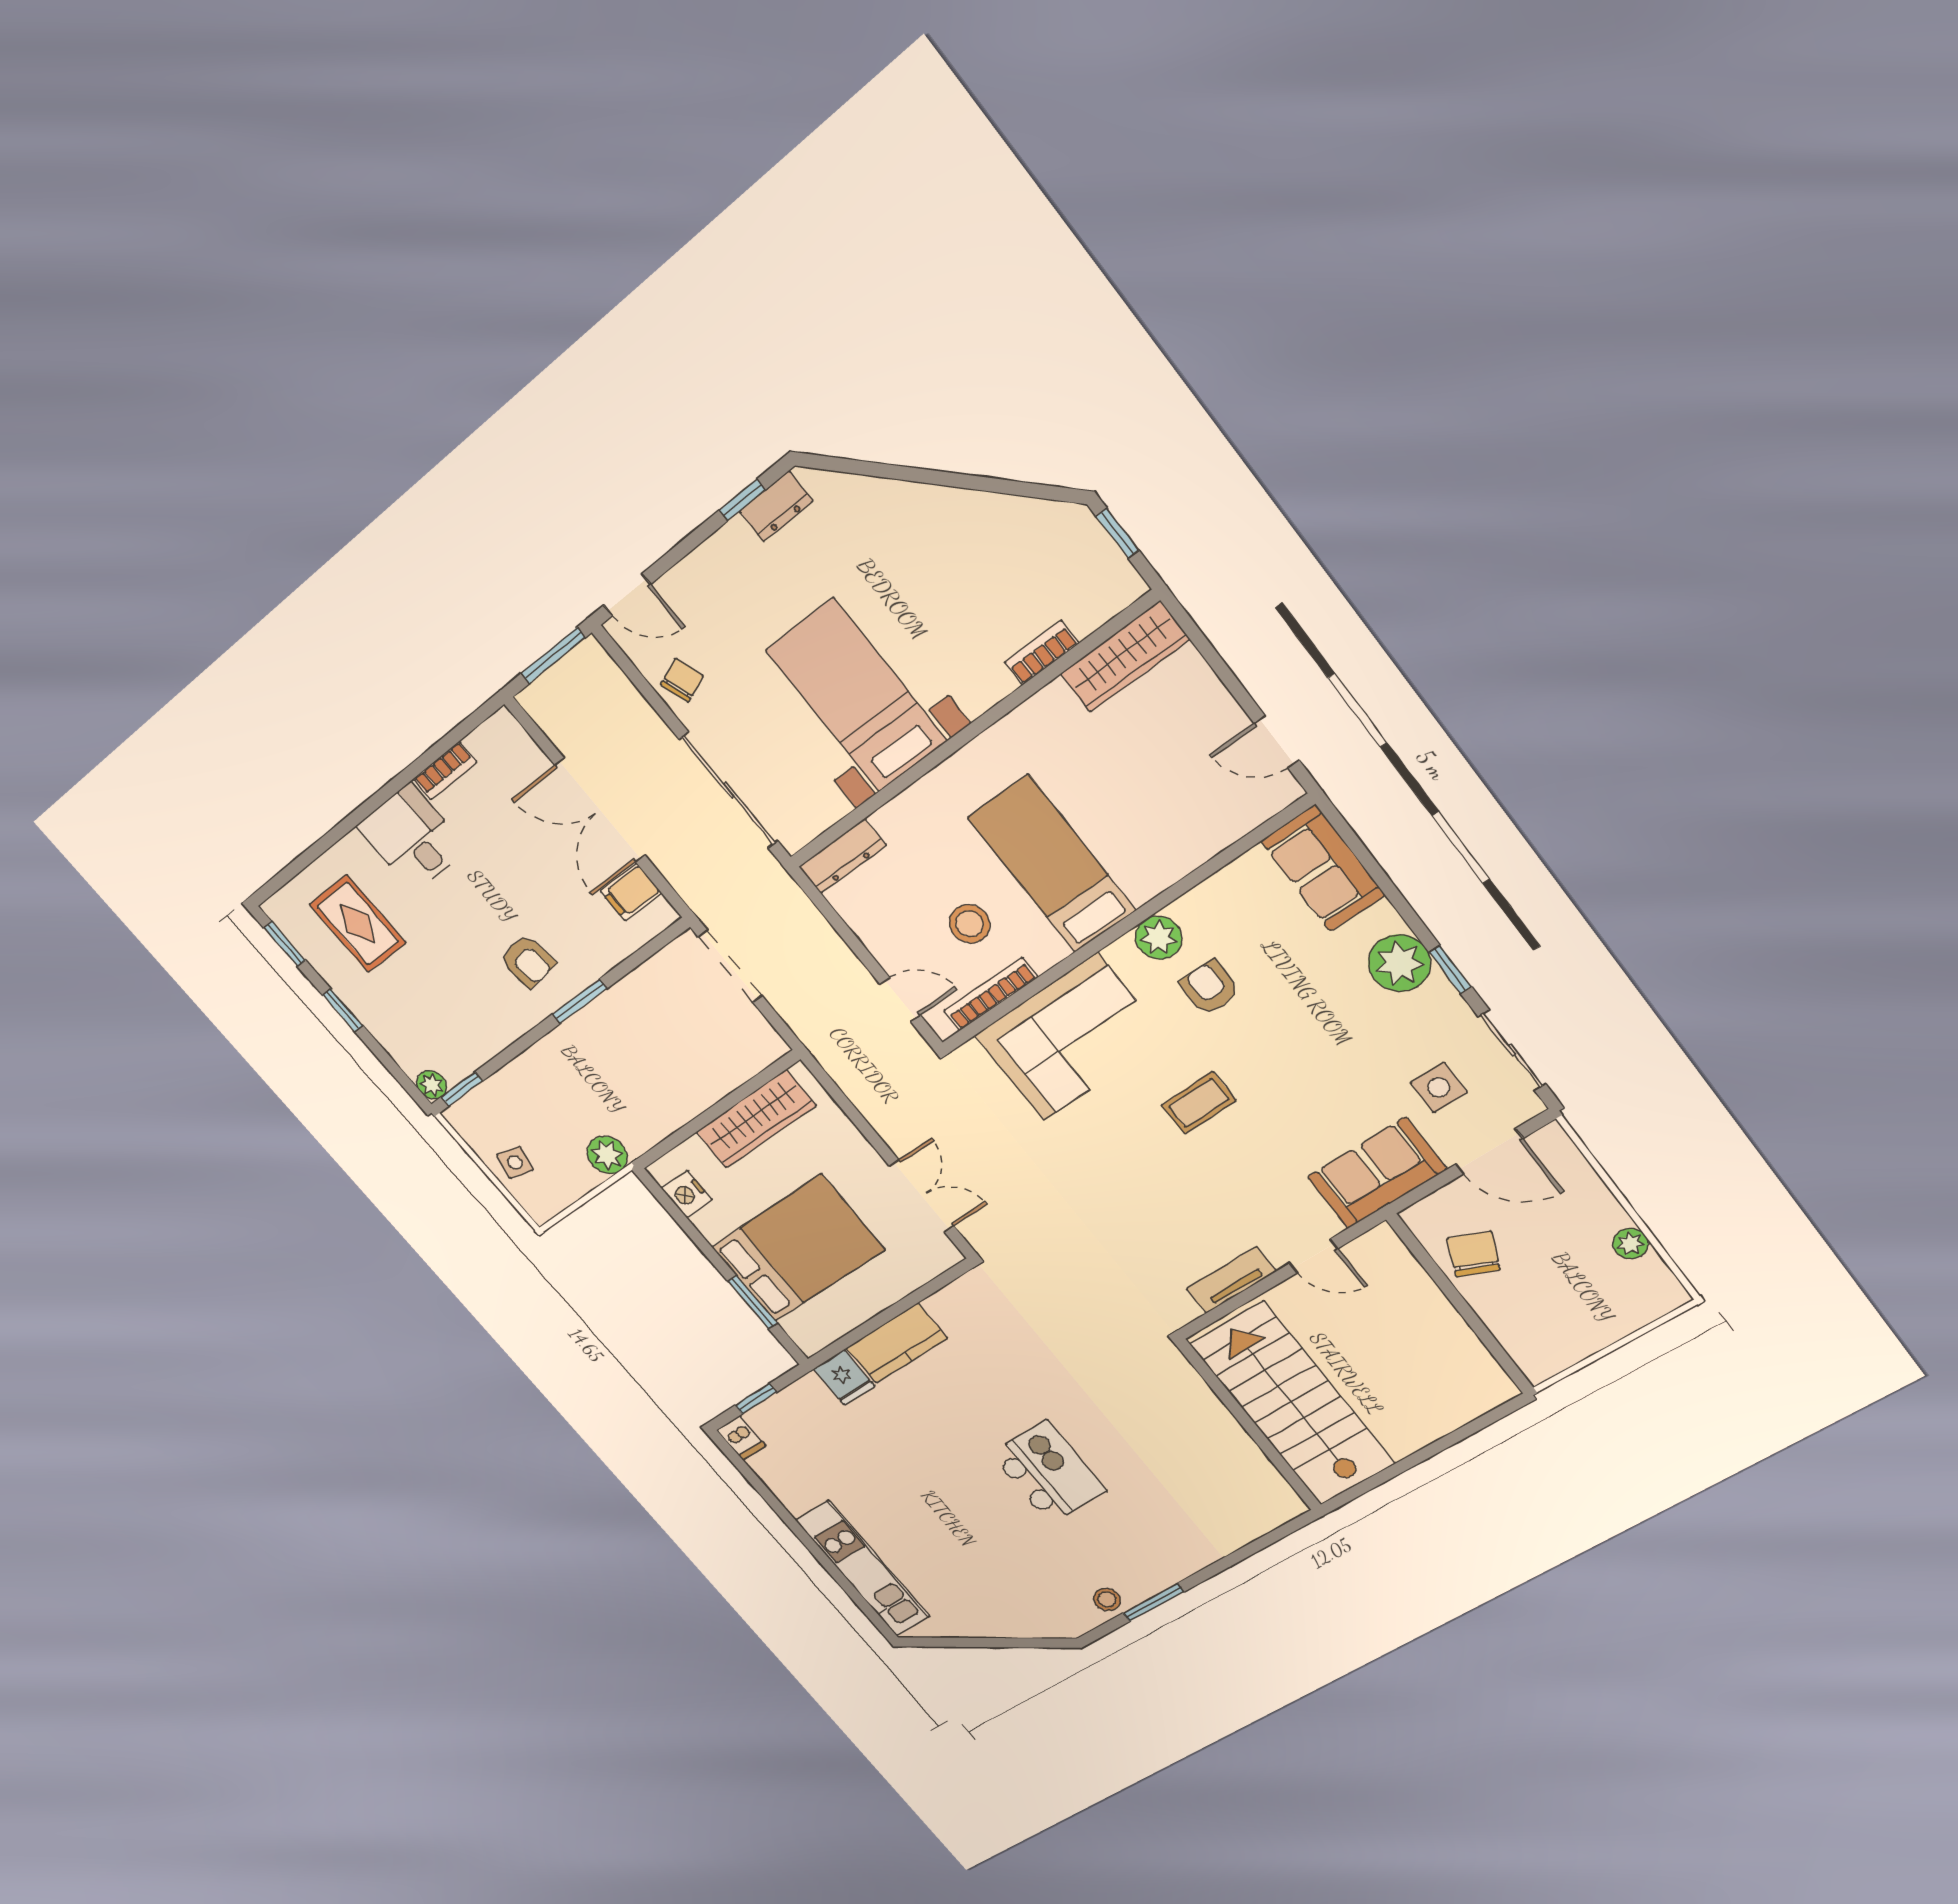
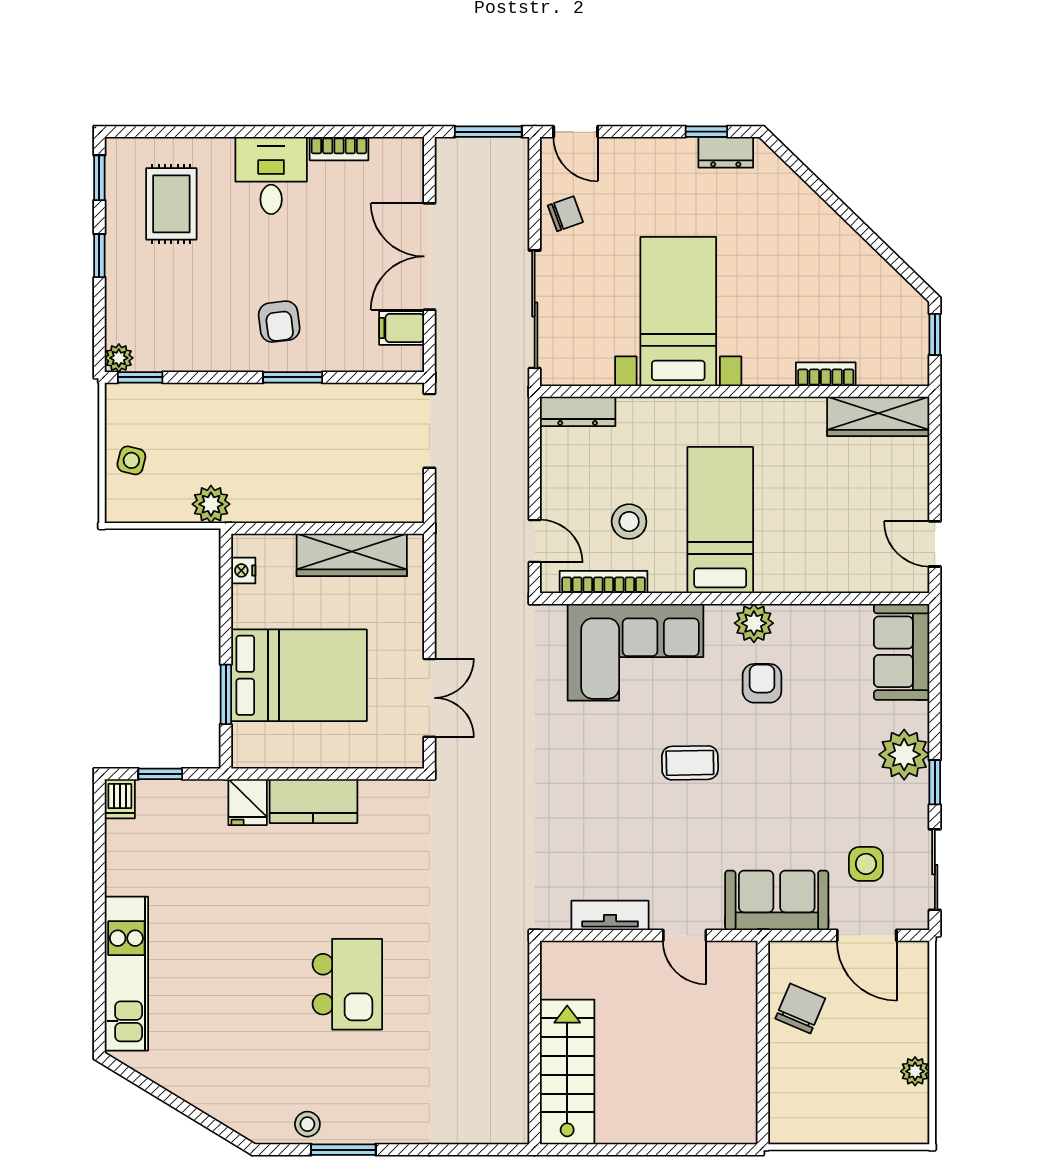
nightstand: (687, 1194) -> (243, 570), width x0.72, depth x0.74
stairs: (1293, 1404) -> (567, 1072), width x0.73, depth x0.66

